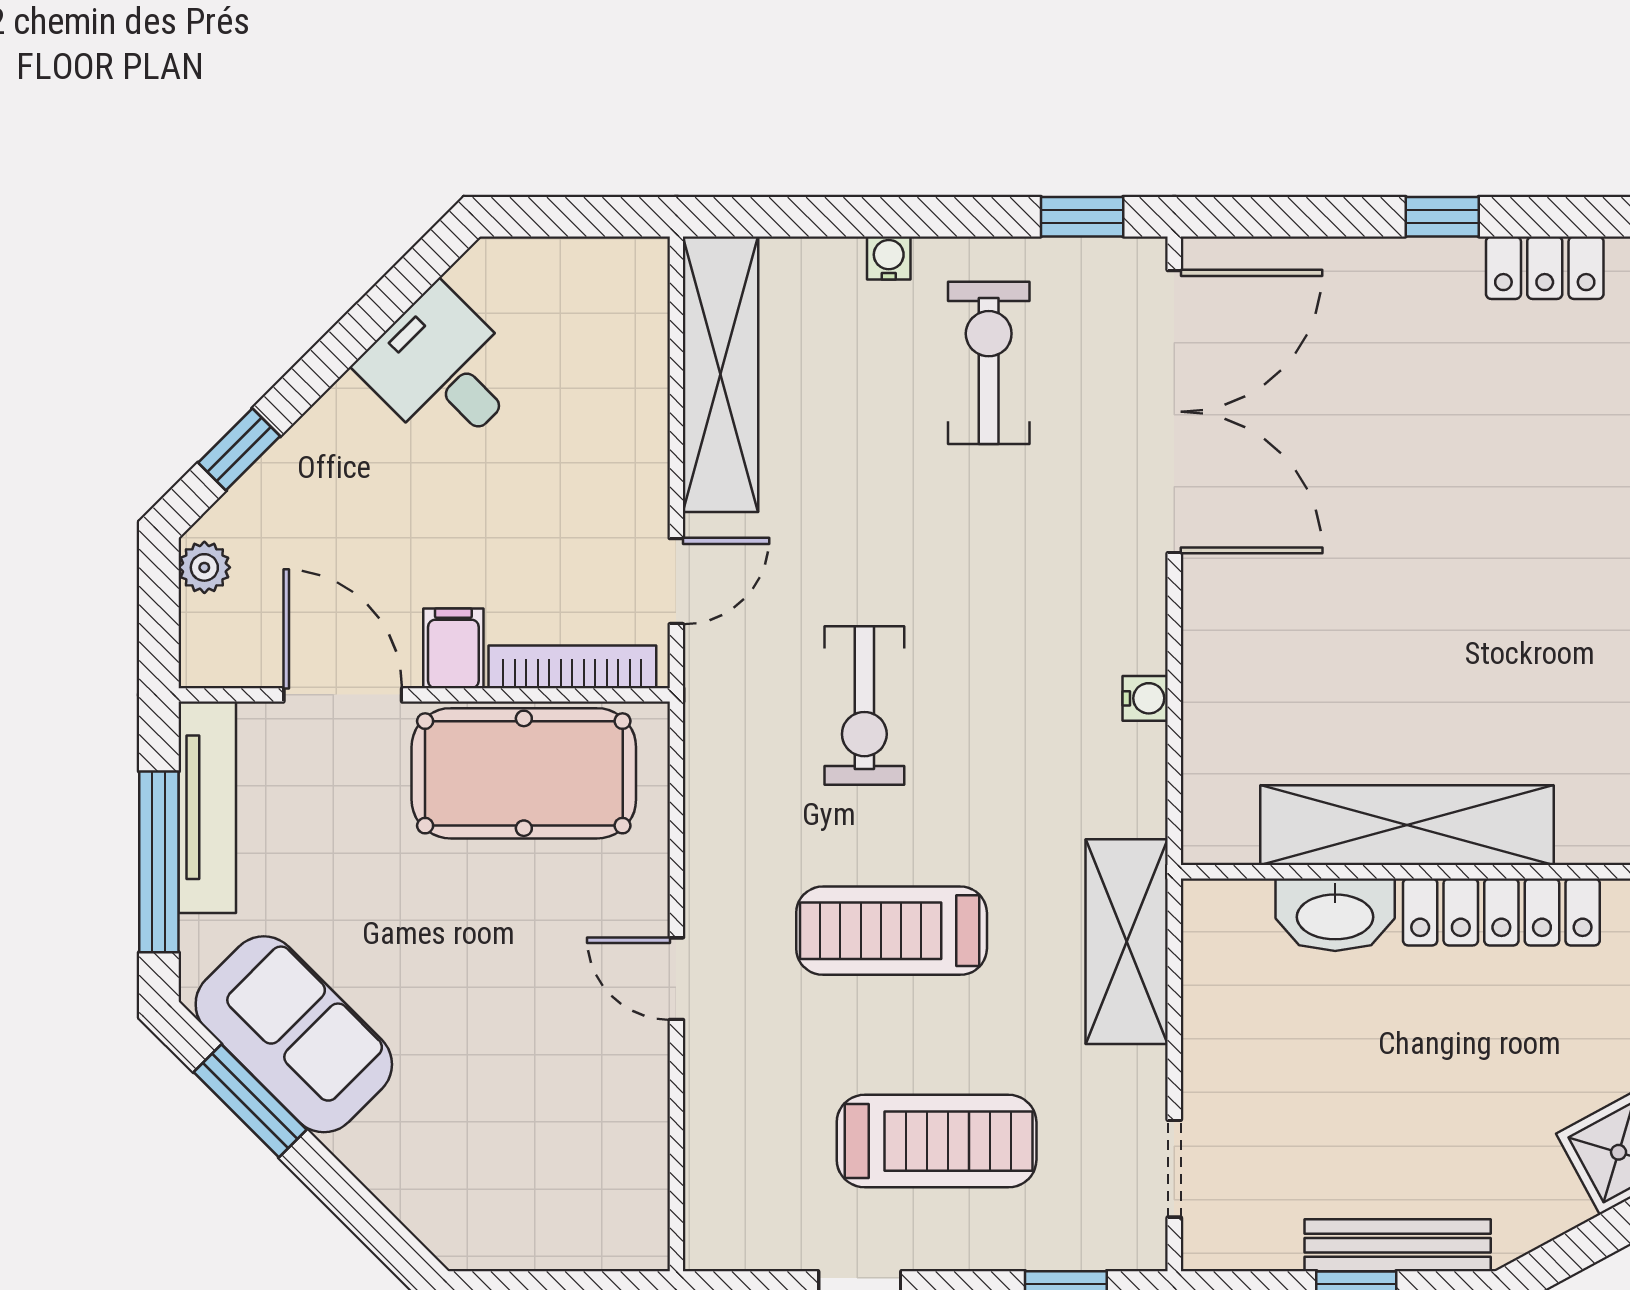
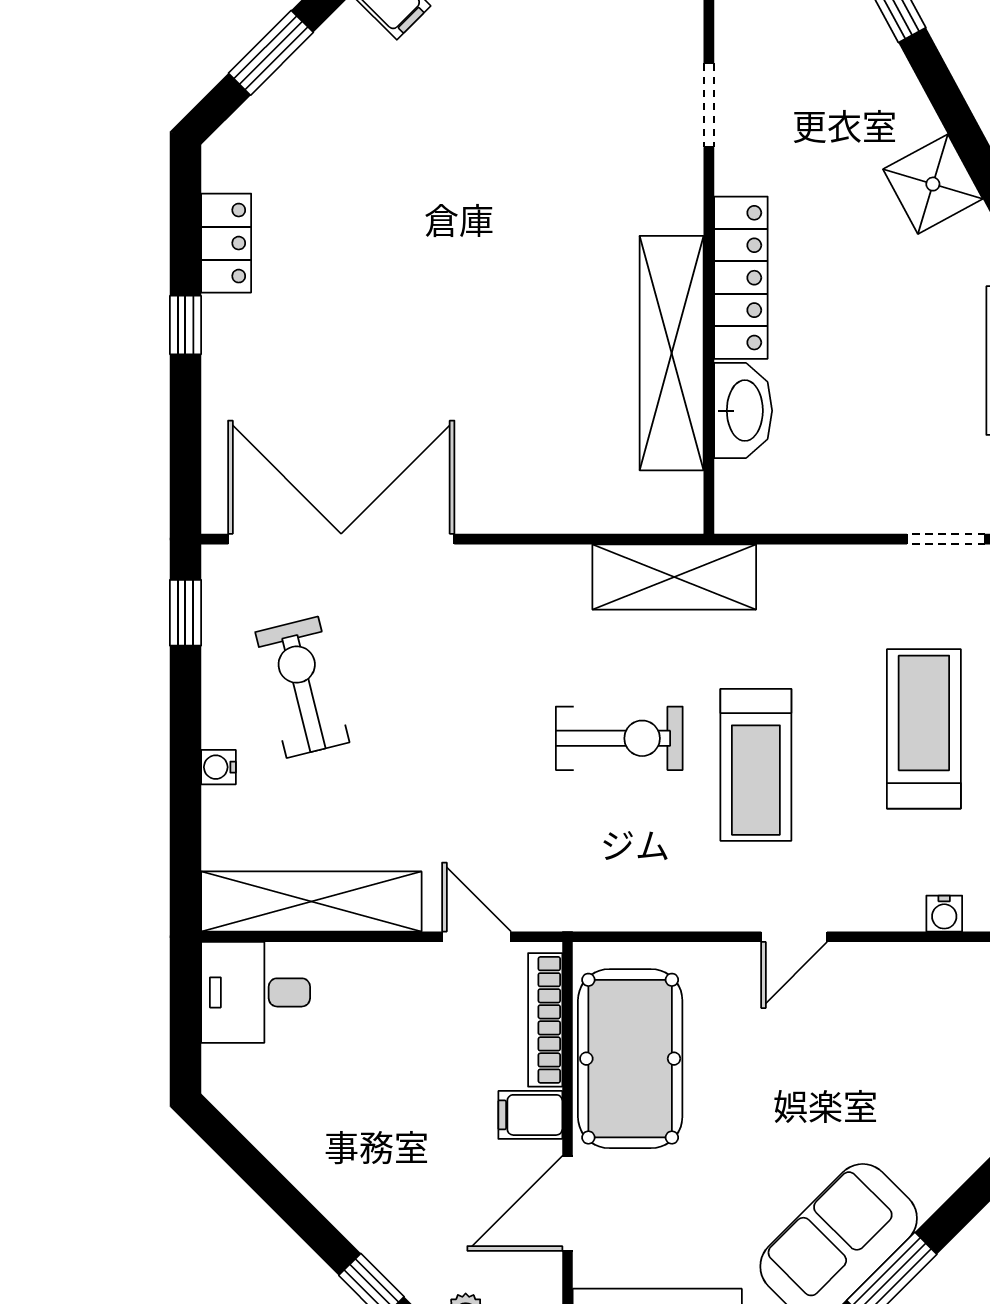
exercise bike: (989, 363) -> (302, 687), turned 76
desk: (443, 370) -> (256, 992), moved, turned 45
water cooler: (1145, 698) -> (944, 914), moved, turned 180
exercise bike: (864, 705) -> (619, 738), moved
shelving: (1127, 942) -> (674, 577), moved

